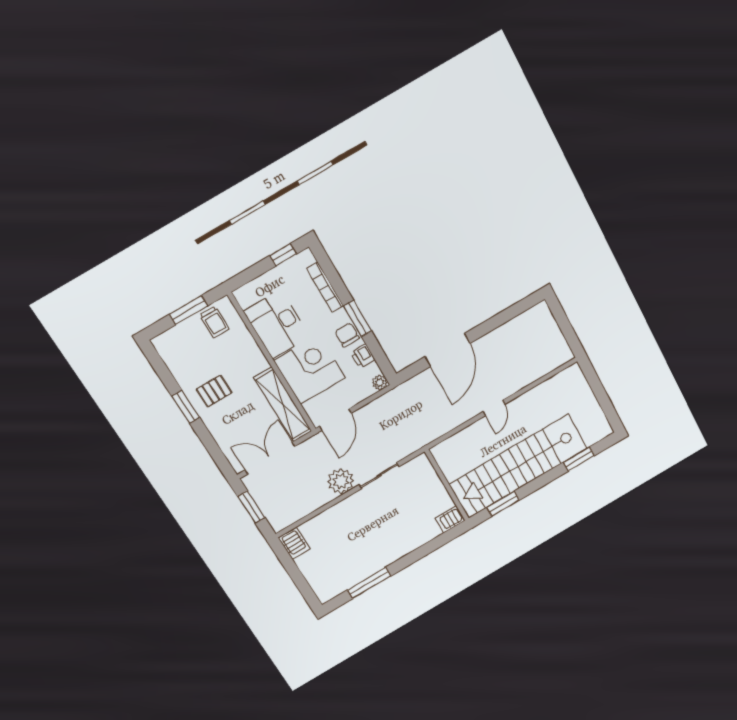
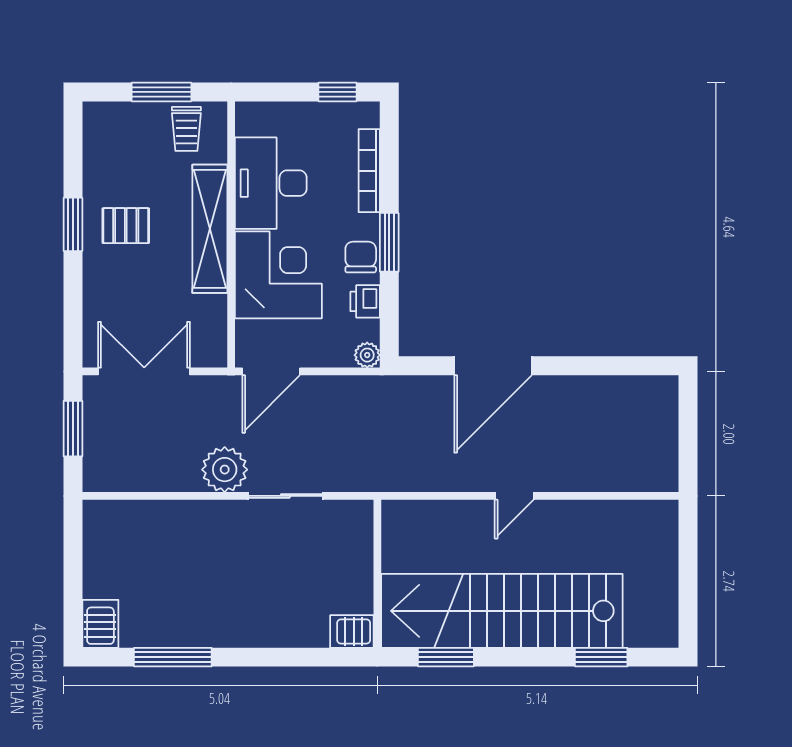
shelving: (283, 405) -> (210, 229), moved
server rack: (294, 543) -> (100, 624), moved, turned 180

